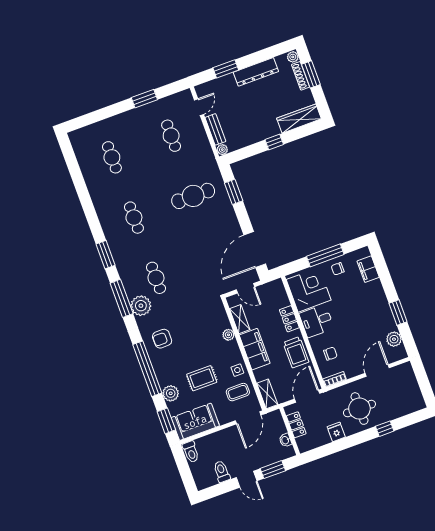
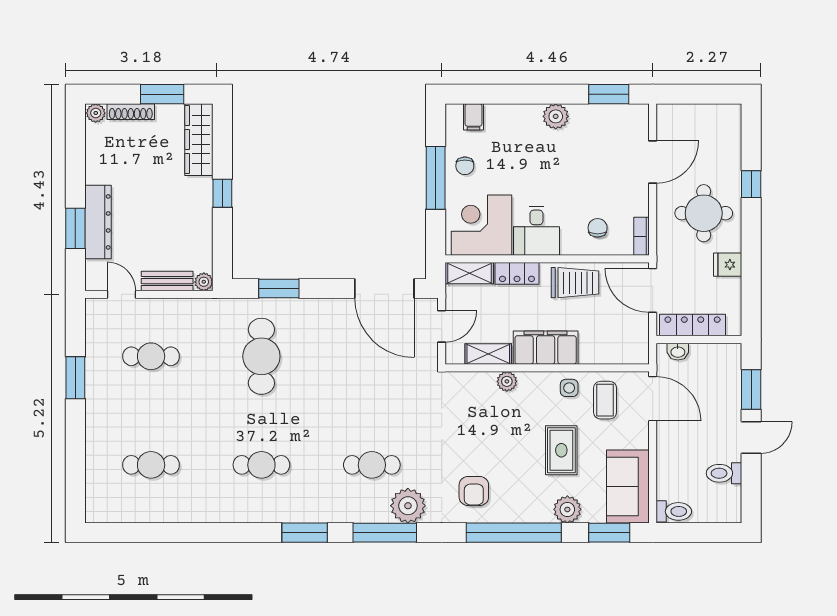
dresser: (256, 72) -> (98, 222), moved
window: (311, 74) -> (162, 94), moved
filing cabinet: (368, 269) -> (473, 117), width x0.50
window: (398, 312) -> (609, 94), moved
plant: (394, 339) -> (556, 116), moved
door: (377, 371) -> (653, 162), swing flipped
shelving: (267, 394) -> (470, 273), moved
locker: (296, 425) -> (693, 325), width x1.53
washbasin: (285, 440) -> (678, 352), moved

